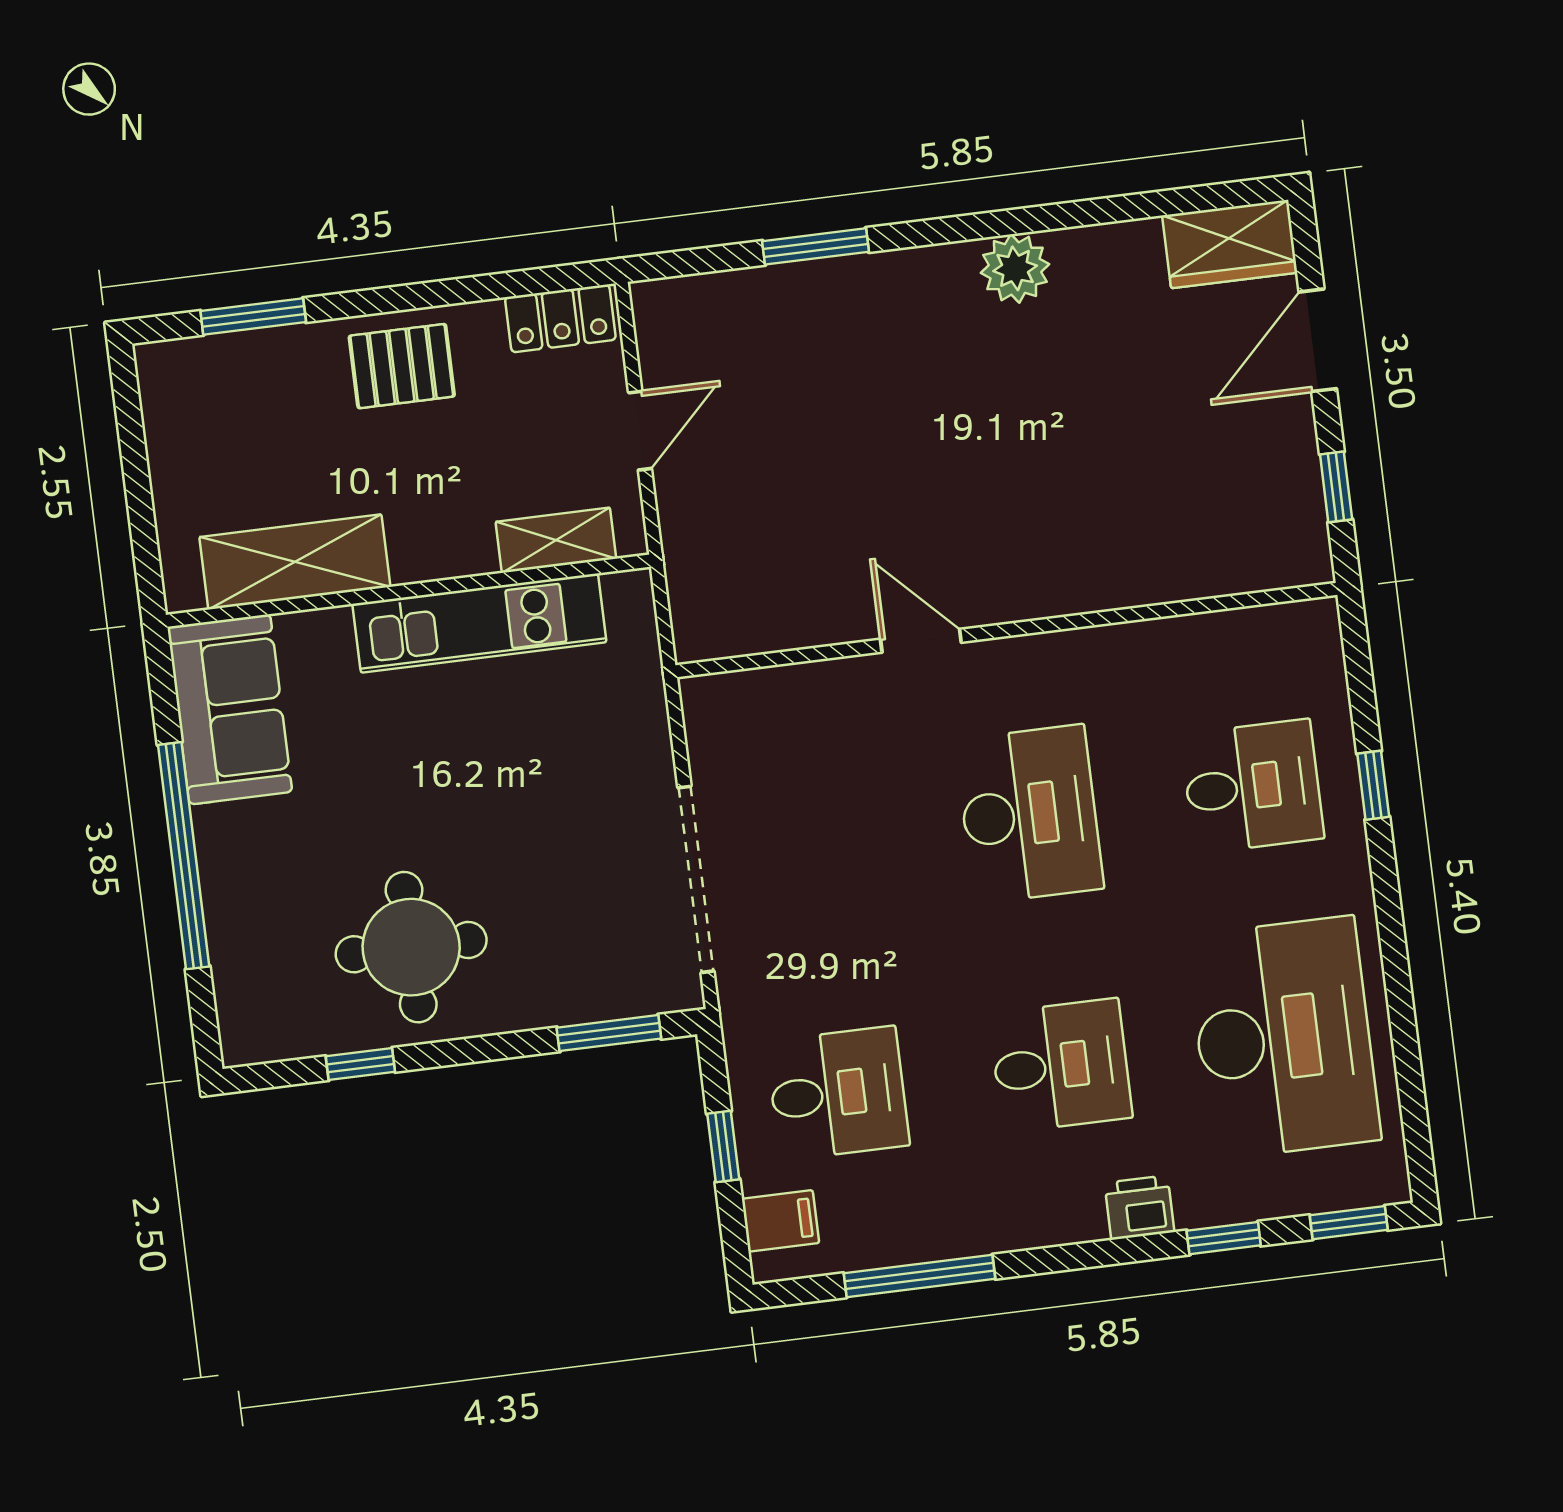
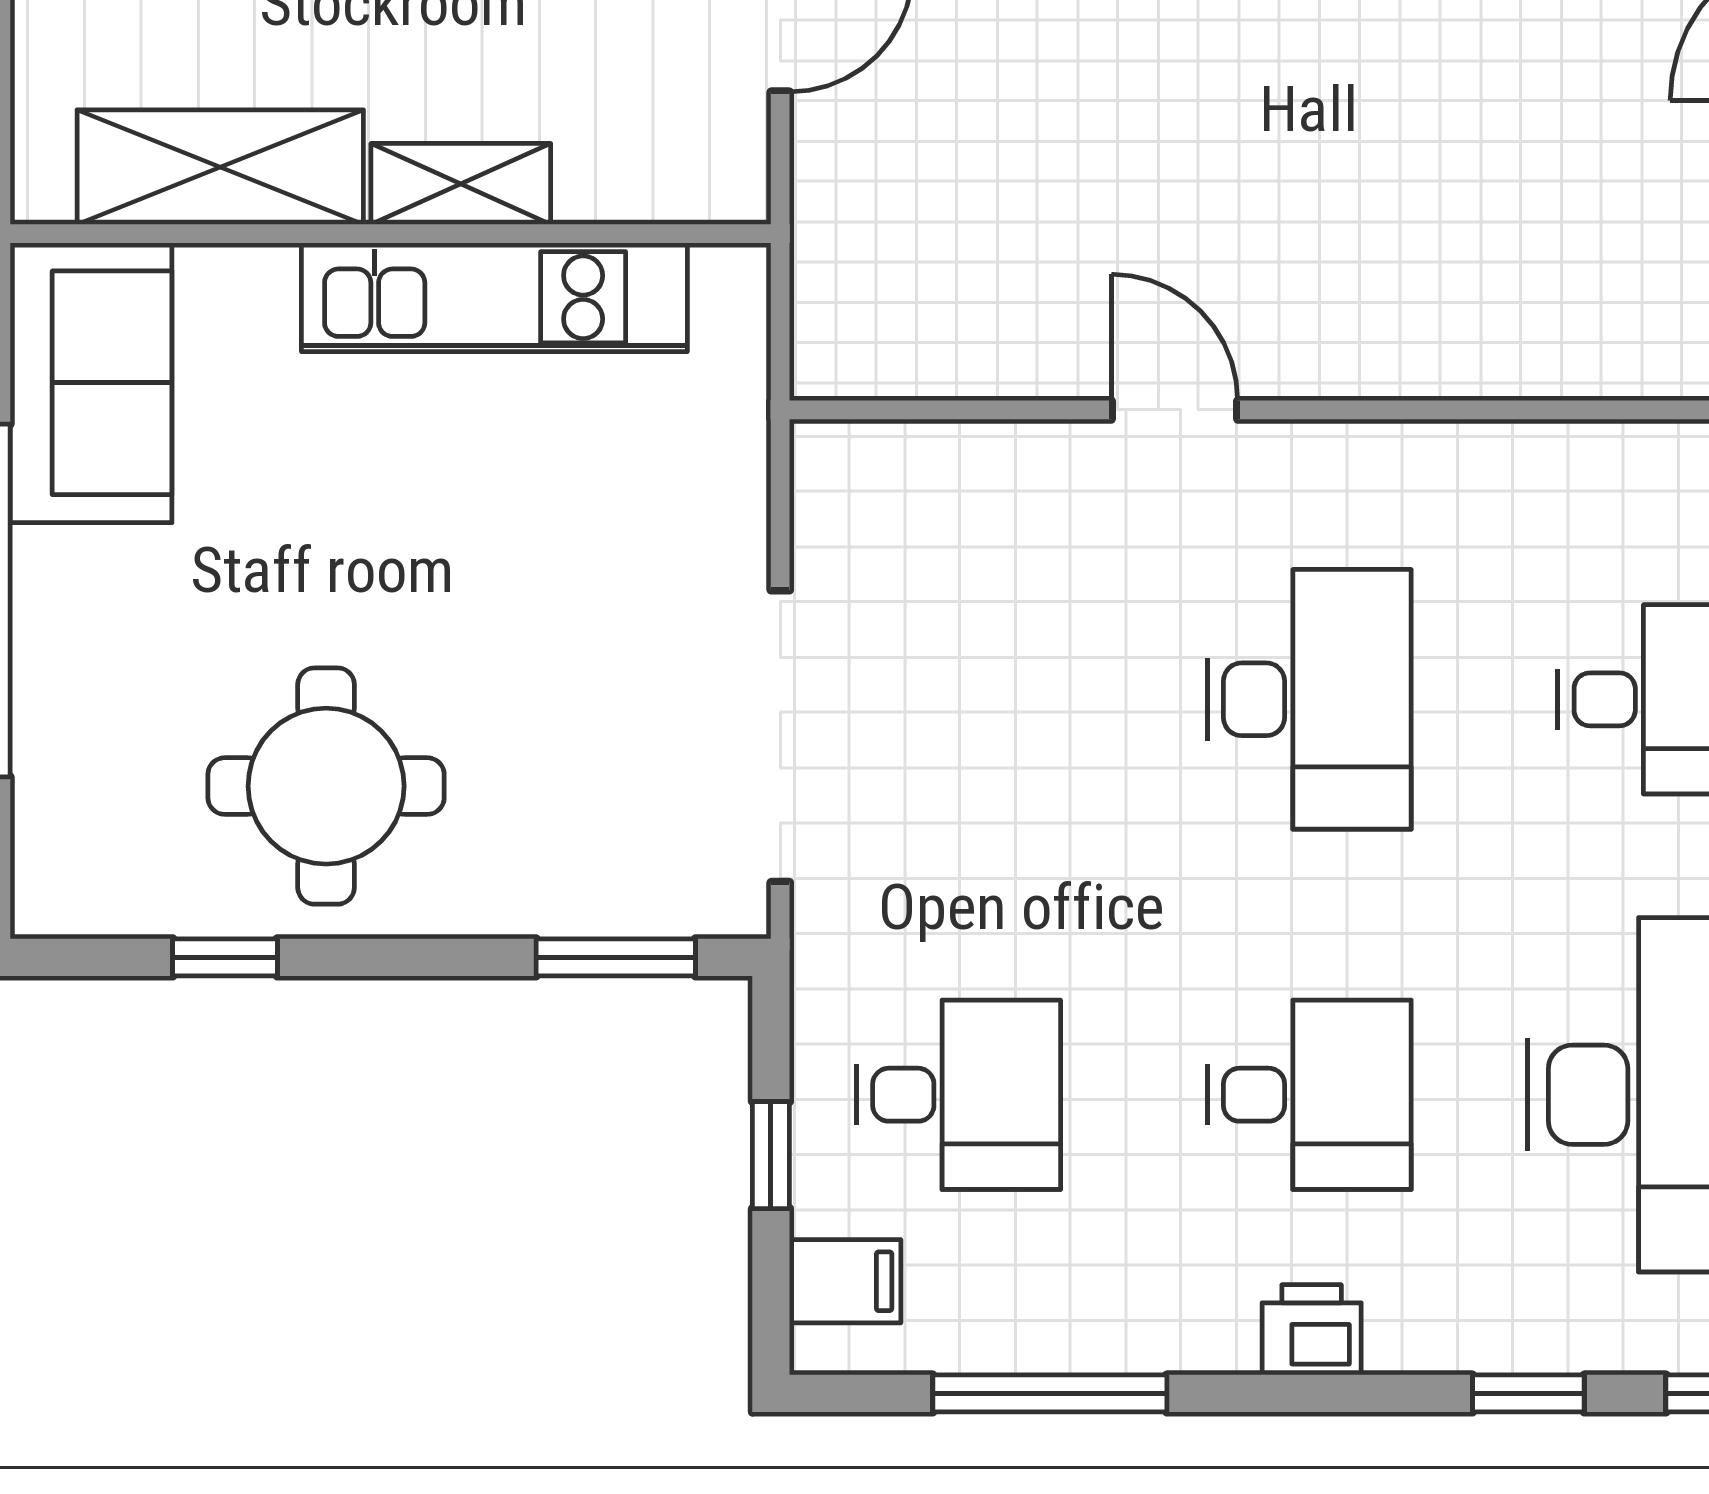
shelving: (556, 540) -> (461, 184), moved
printer: (1139, 1208) -> (1312, 1330), moved

